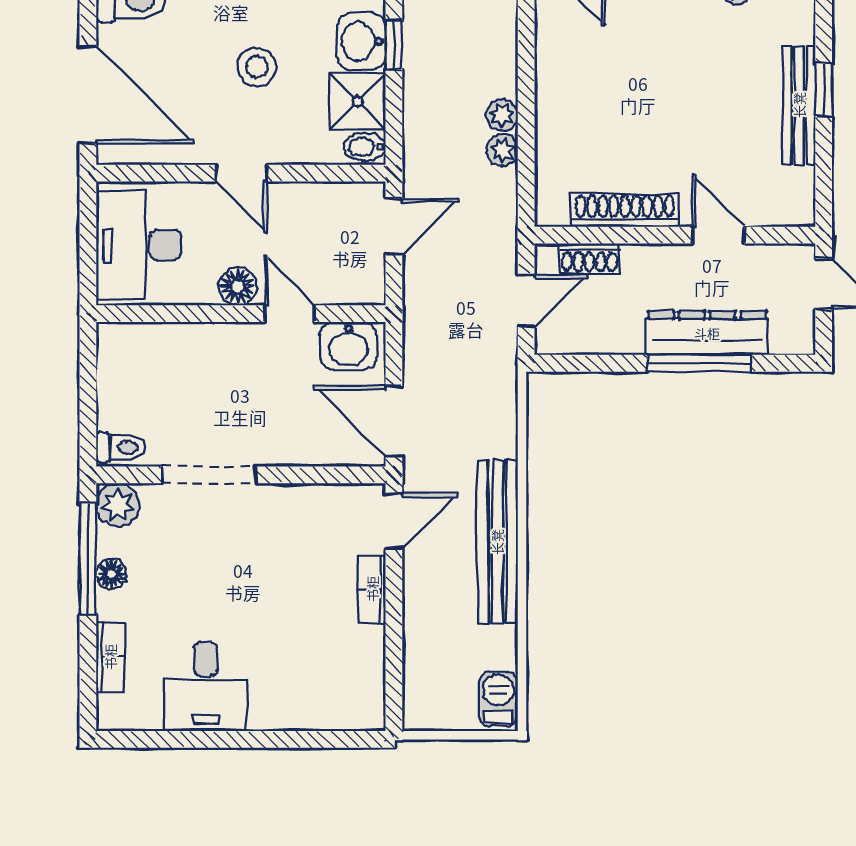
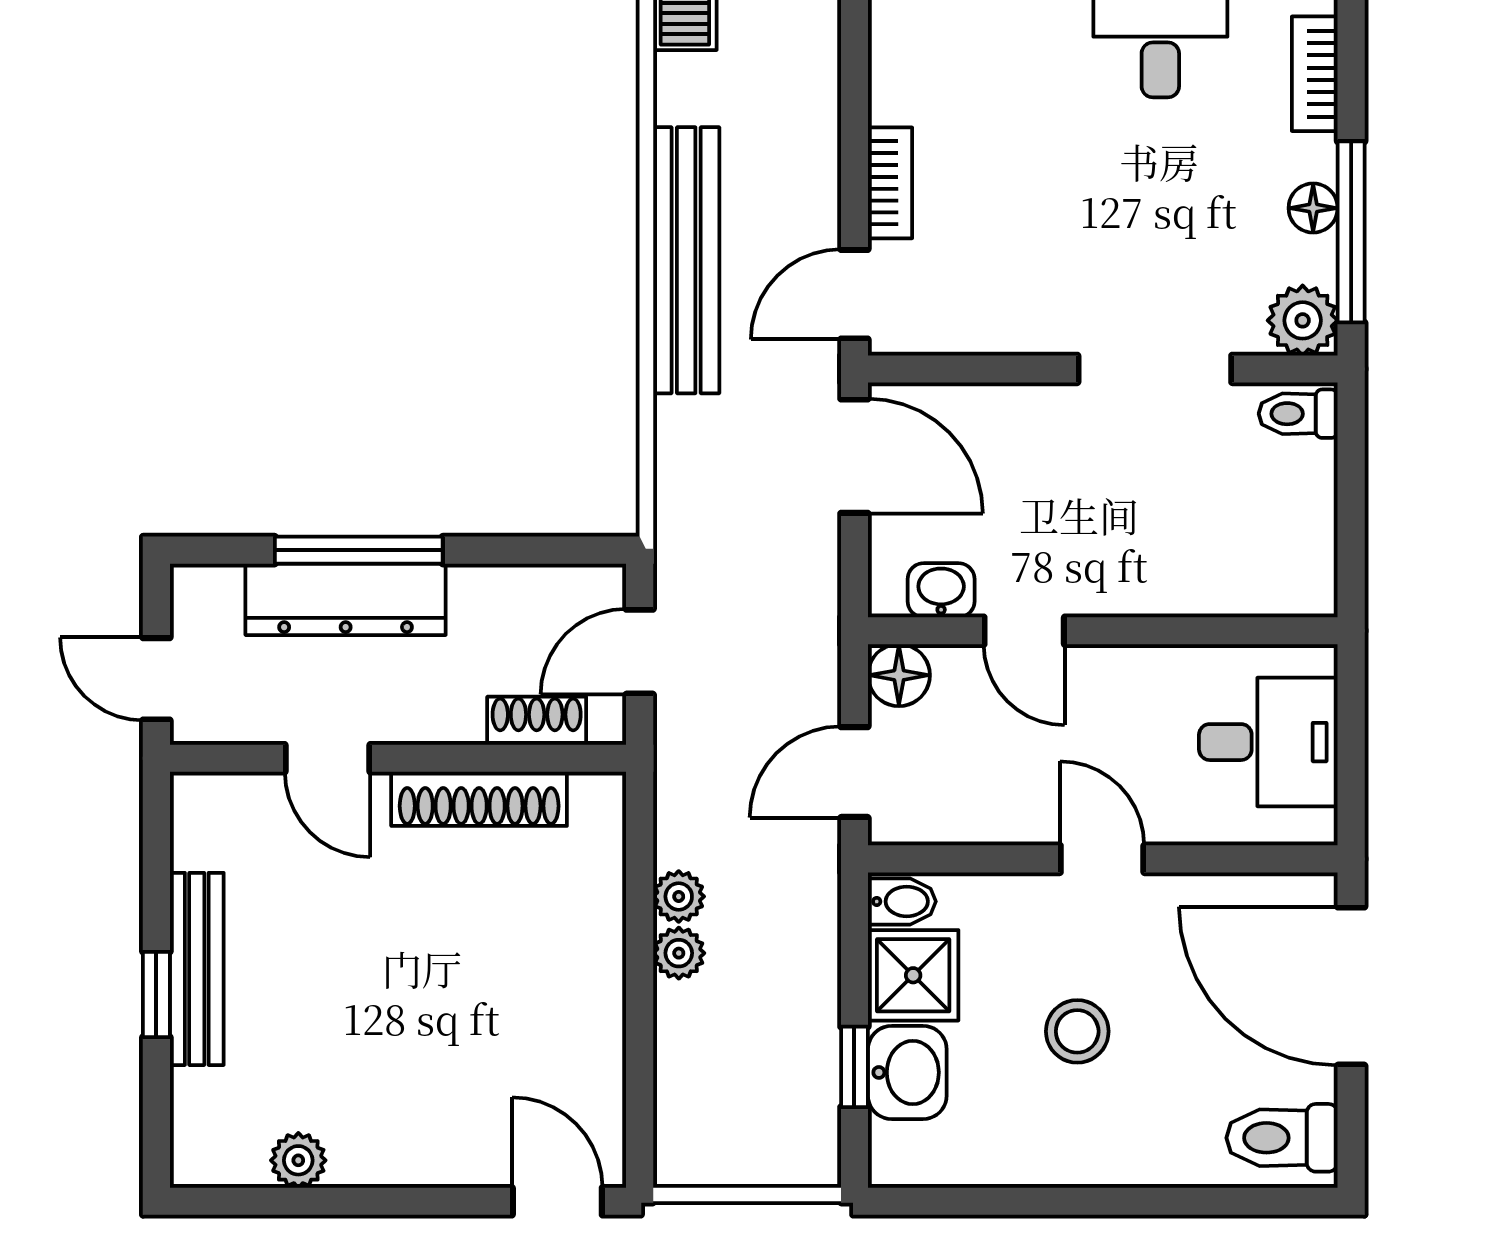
desk: (139, 245) -> (1268, 742), width x0.73
floor lamp: (238, 286) -> (899, 675), moved
washbasin: (348, 346) -> (941, 590), width x0.72, depth x0.69

